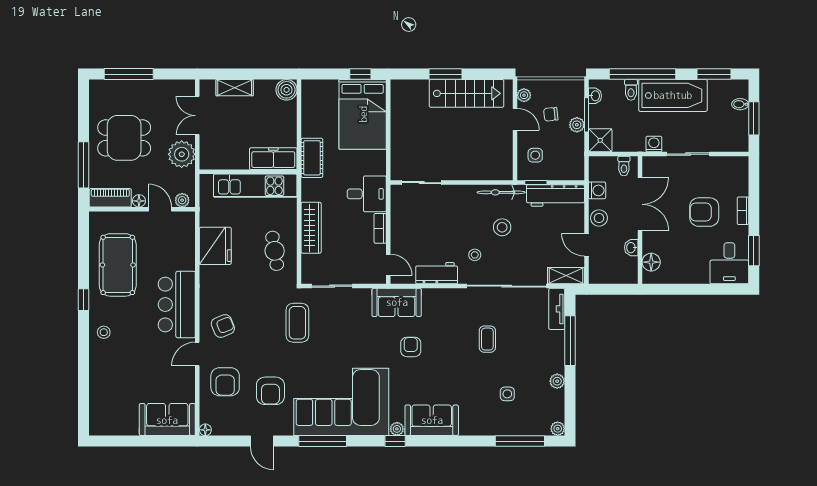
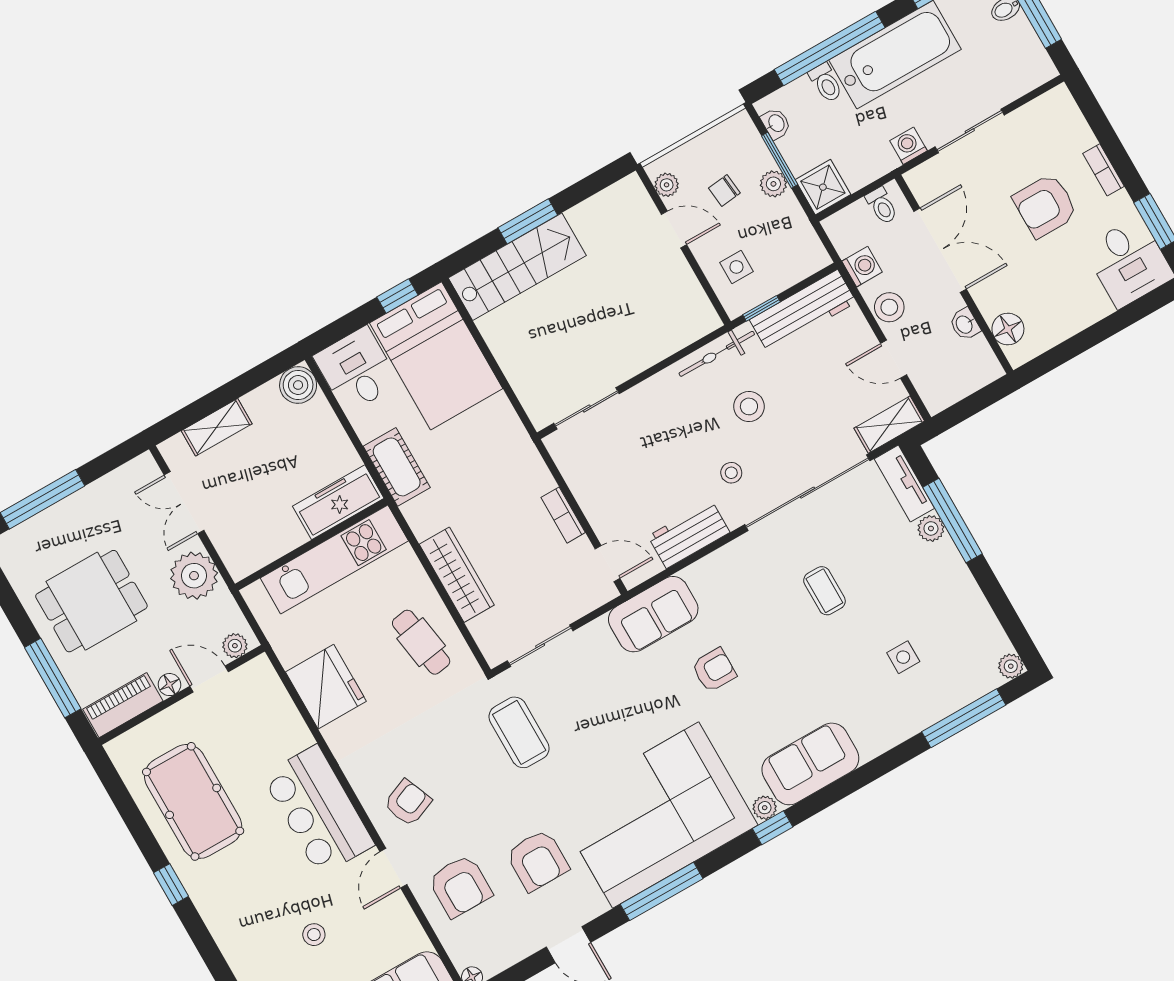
stairs: (467, 93) -> (517, 267), moved
desk: (367, 194) -> (357, 370), moved, turned -90
stool: (104, 332) -> (314, 935), moved
armchair: (411, 347) -> (714, 670), turned 90
plant: (557, 381) -> (931, 528), moved

